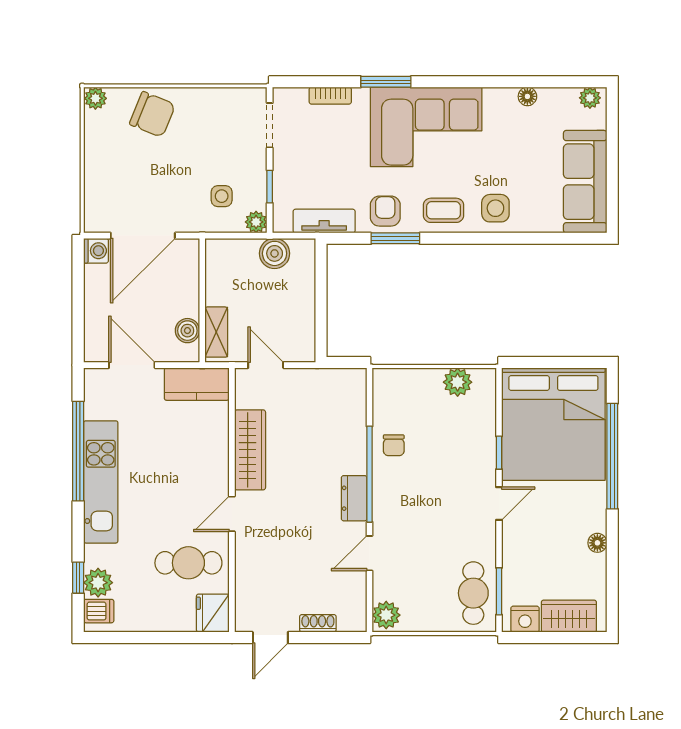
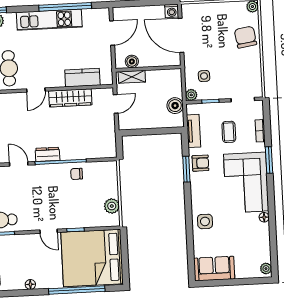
floor lamp: (527, 96) -> (264, 217), moved
chair: (152, 114) -> (245, 37), turned 149
sofa: (585, 182) -> (214, 269), width x0.73
coffee table: (443, 210) -> (229, 132), moved
kitchen counter: (197, 384) -> (82, 78), moved, turned 90
door: (232, 514) -> (36, 90), swing flipped

